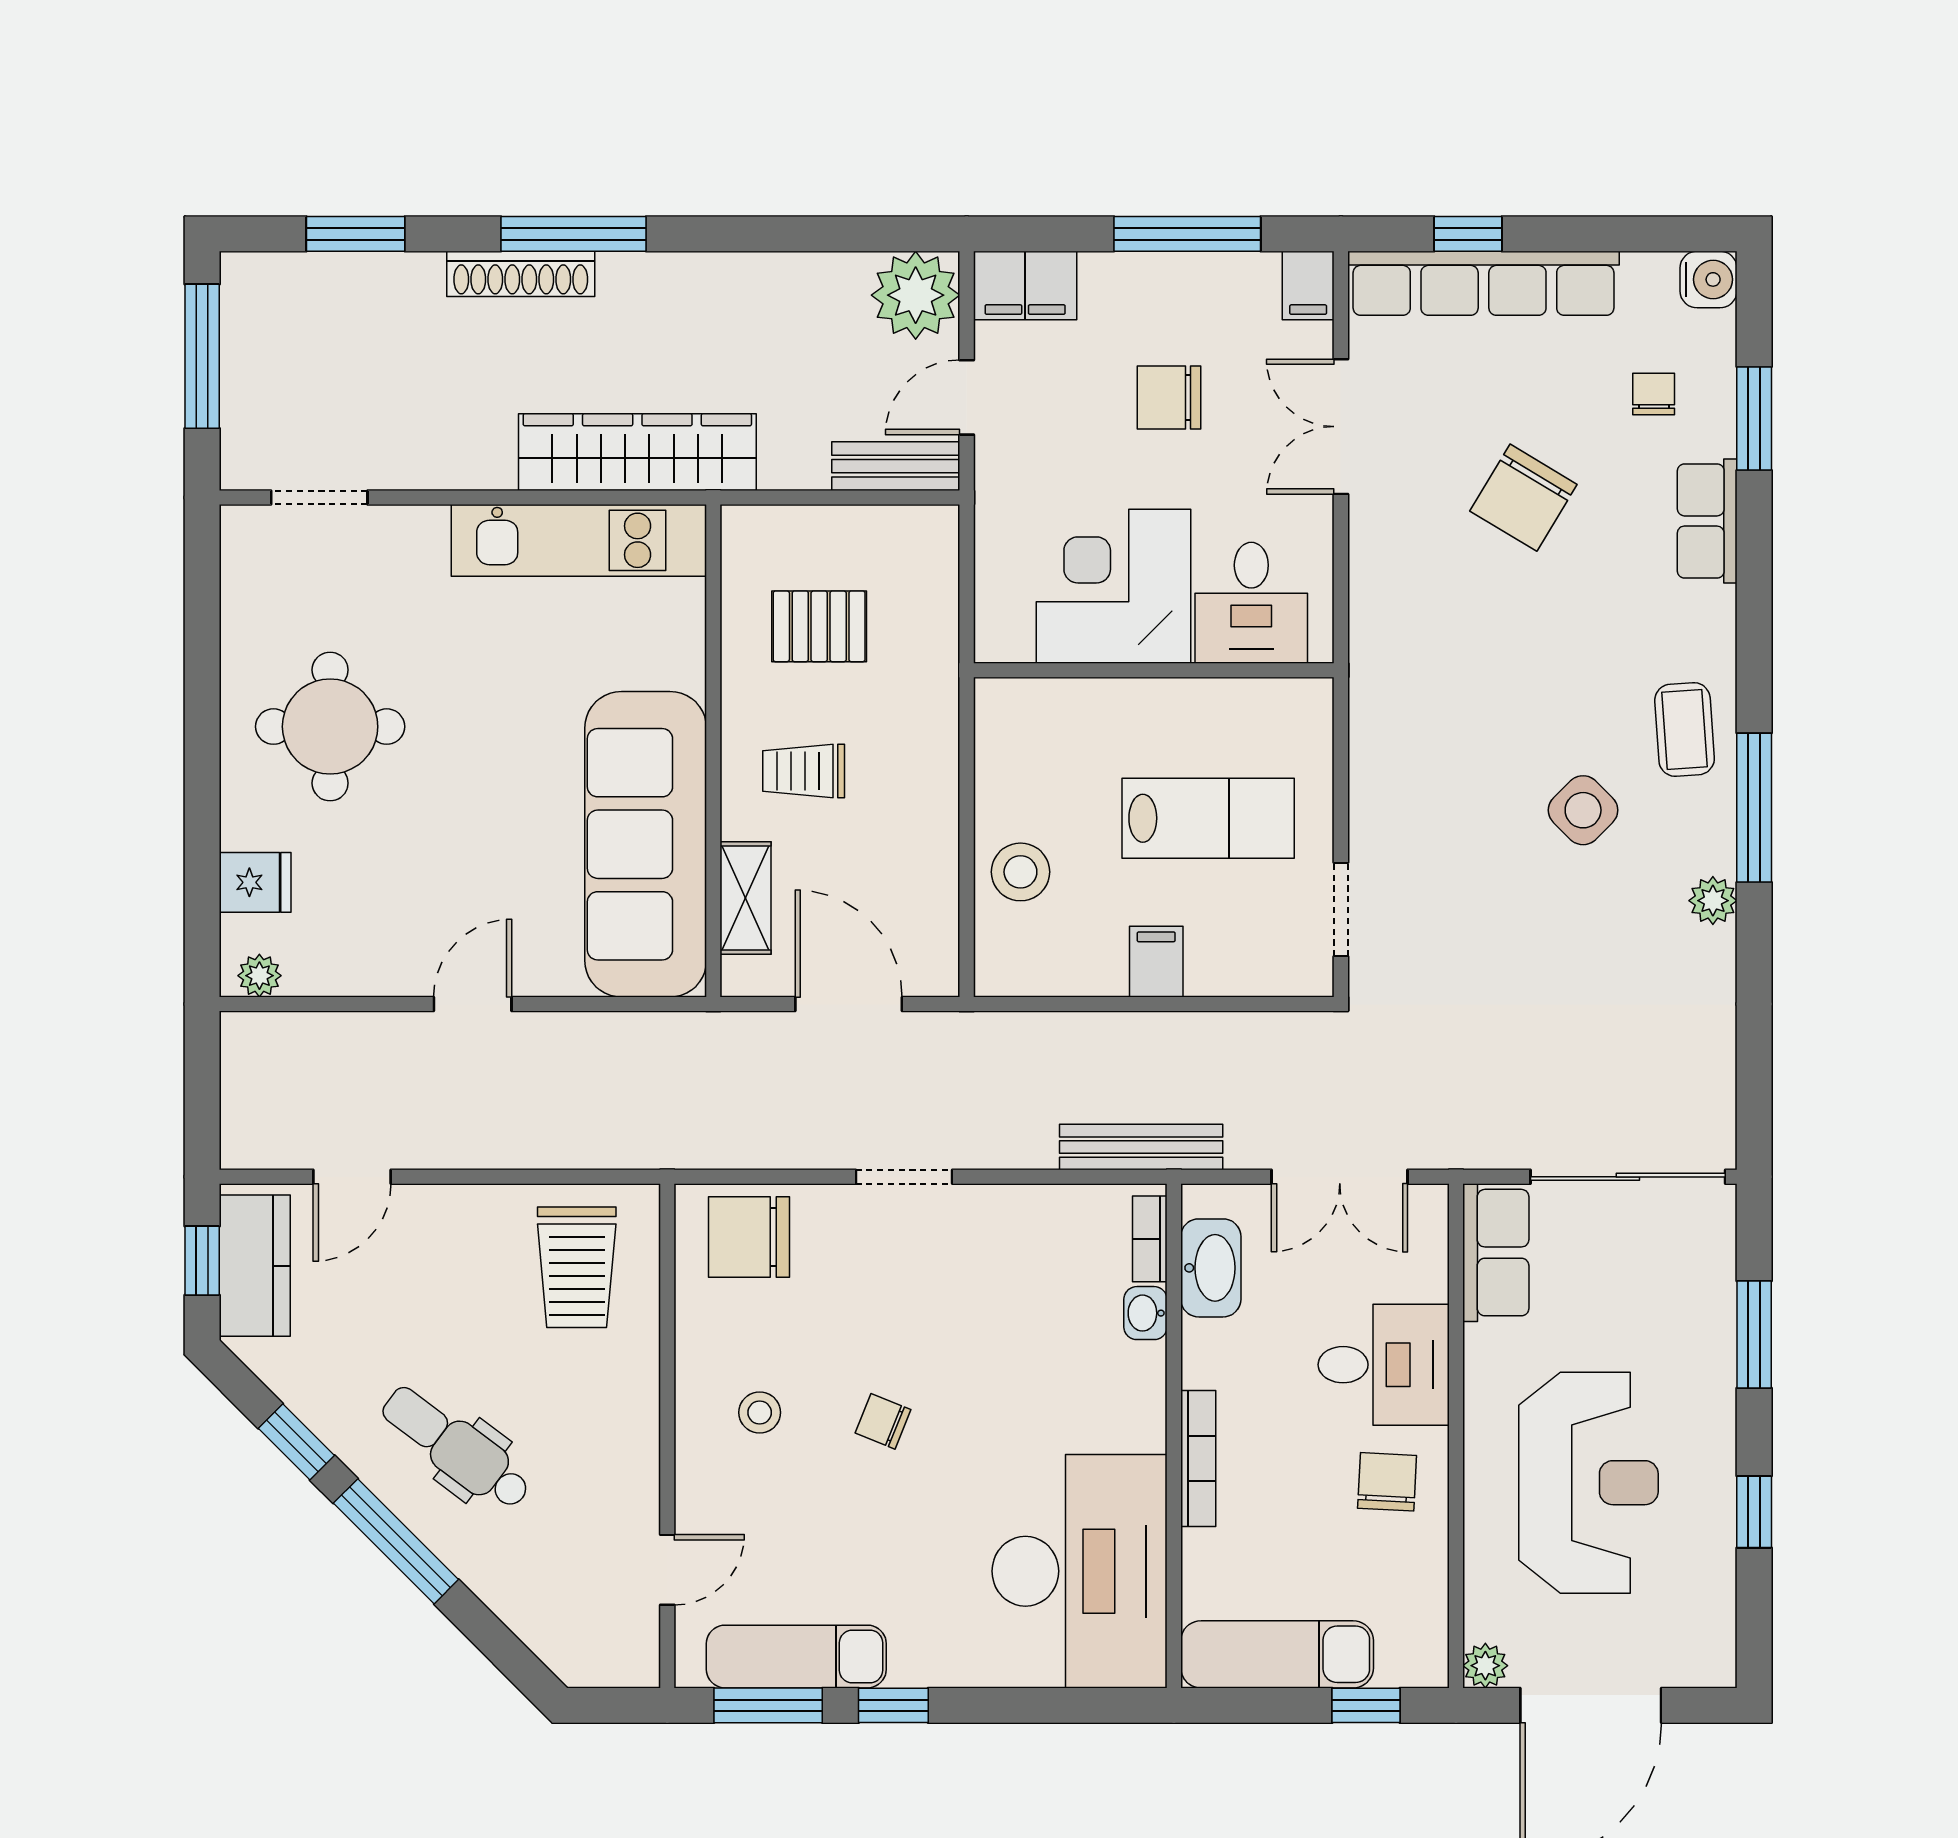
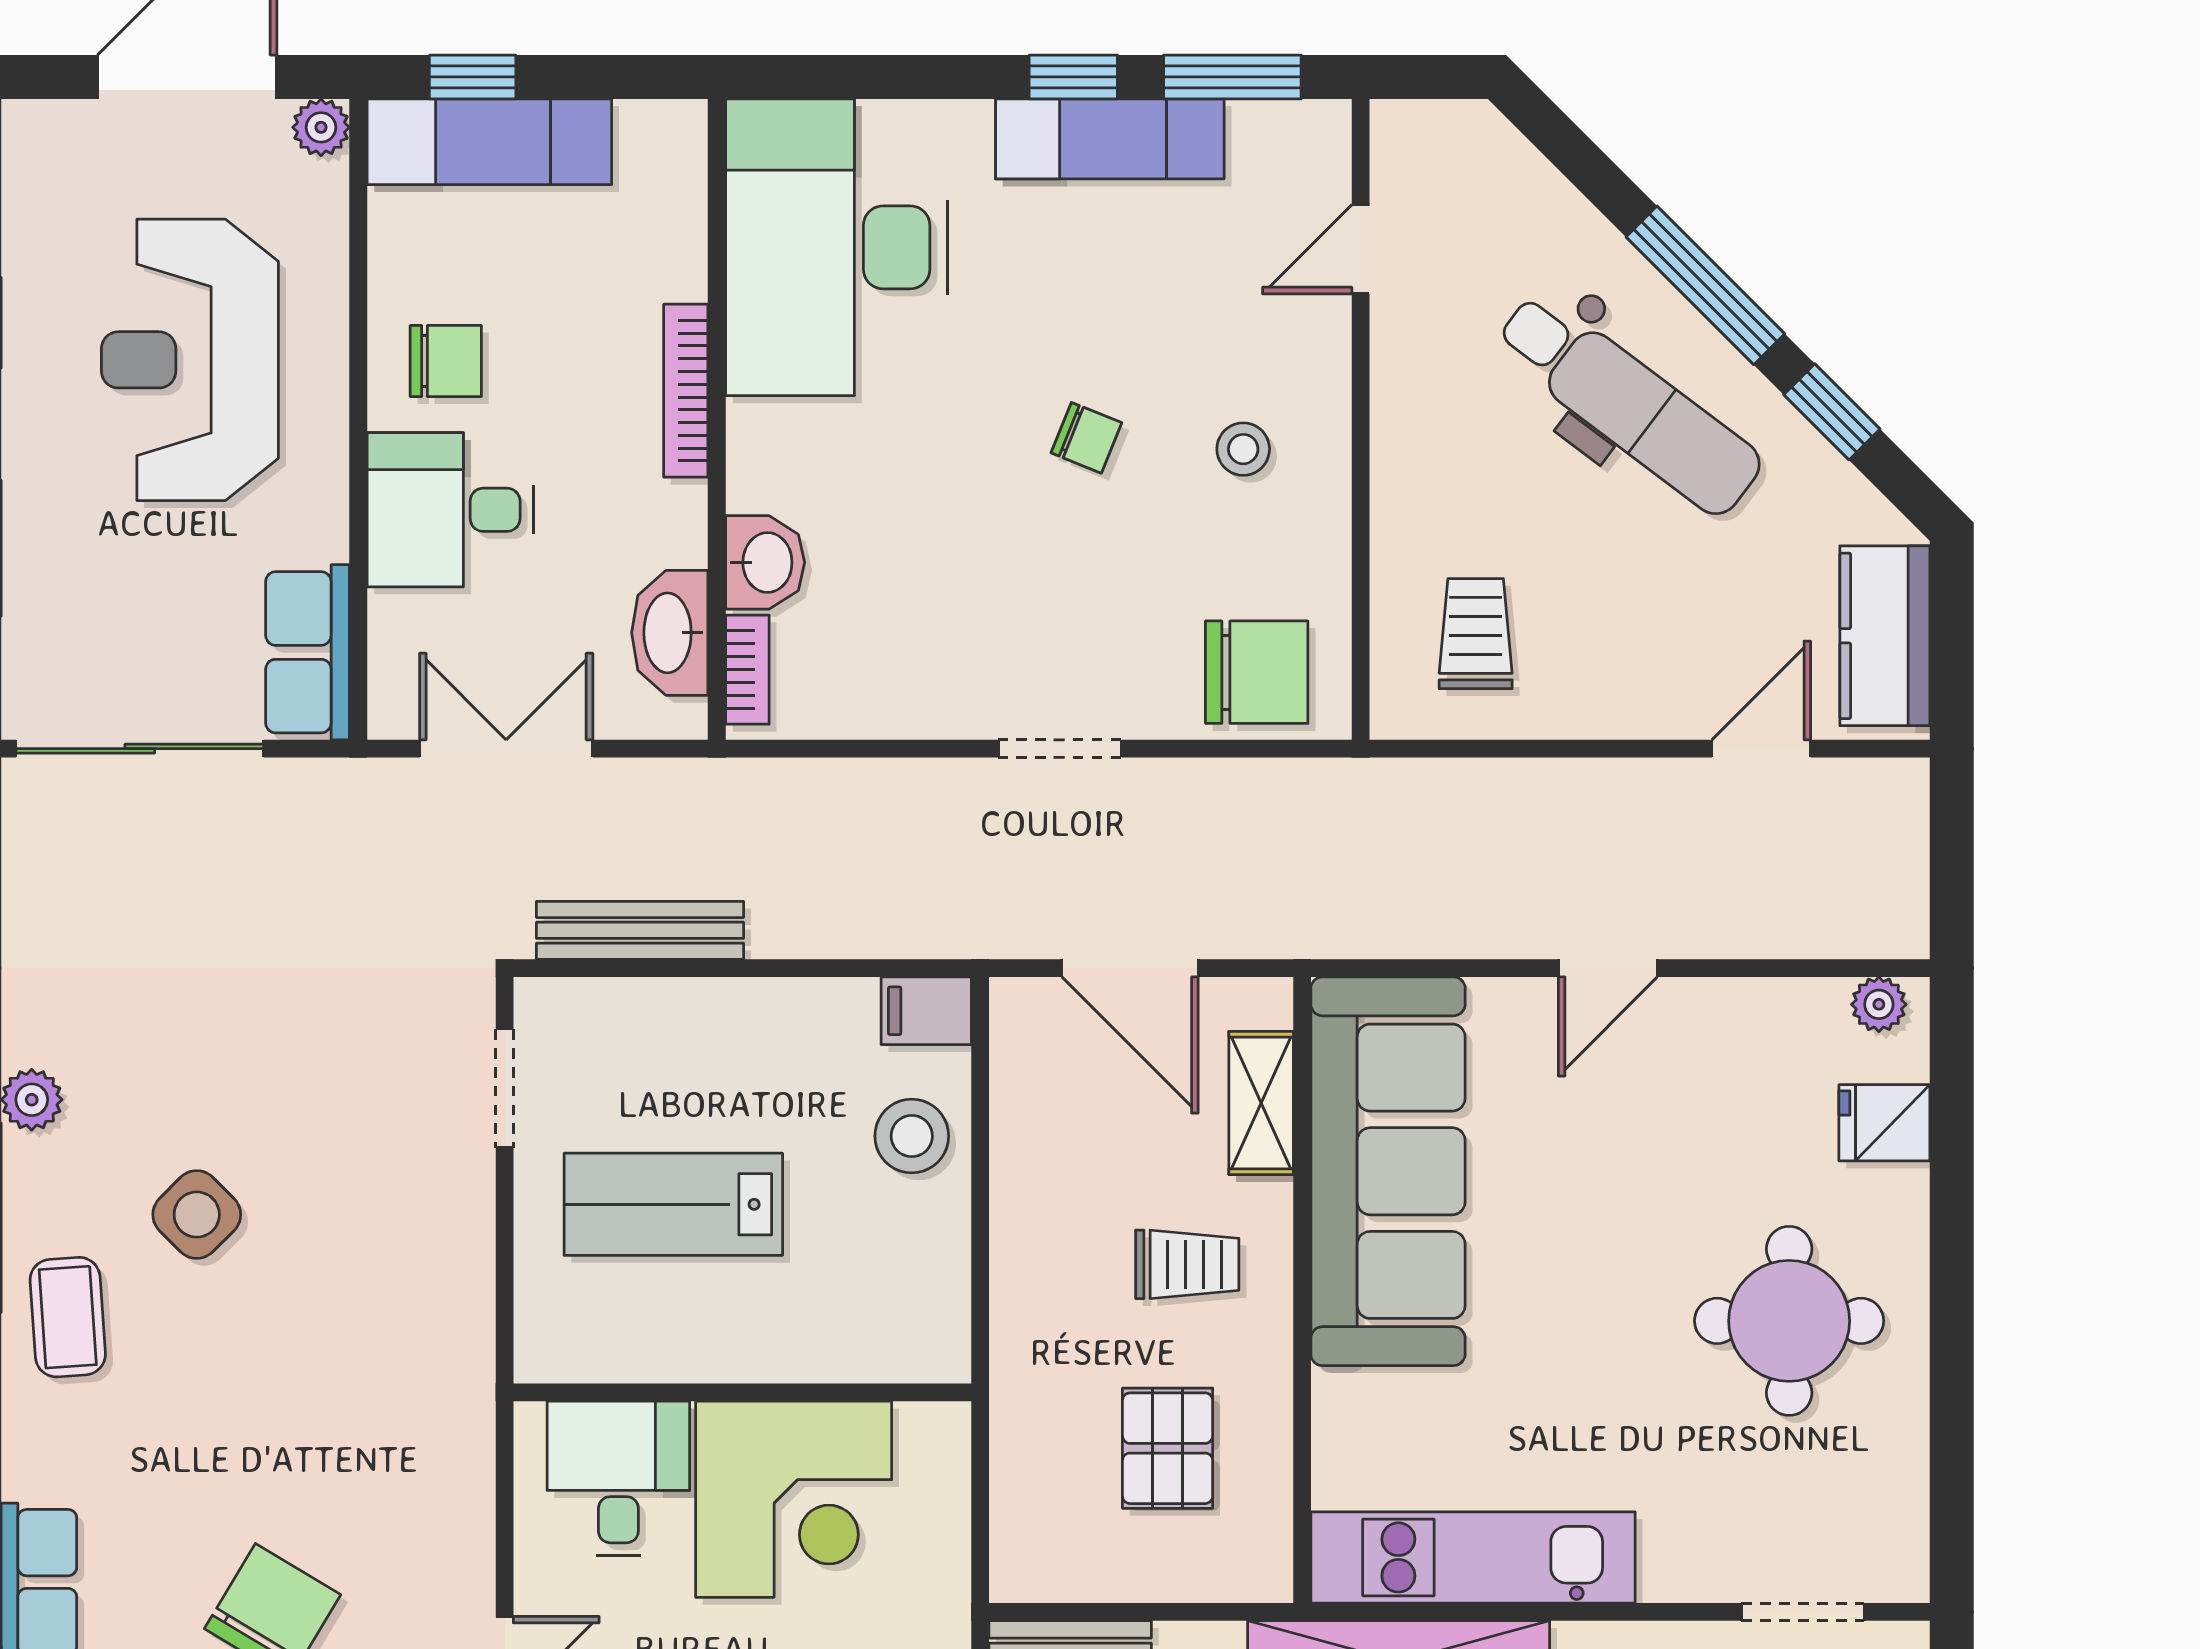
pallet: (819, 626) -> (1168, 1448), turned 90
filing cabinet: (1156, 962) -> (926, 1011), moved, turned 90
bench: (1141, 1147) -> (640, 930), moved
window: (202, 1261) -> (1952, 642), removed
trolley: (577, 1267) -> (1476, 634), width x0.73, depth x0.72
washbasin: (1145, 1313) -> (765, 562), width x1.38, depth x1.45
dental chair: (456, 1448) -> (1629, 404), width x1.36, depth x1.38
chair: (1387, 1482) -> (446, 361), turned -93
exam couch: (1277, 1654) -> (489, 142), moved
exam couch: (796, 1657) -> (1110, 139), moved

